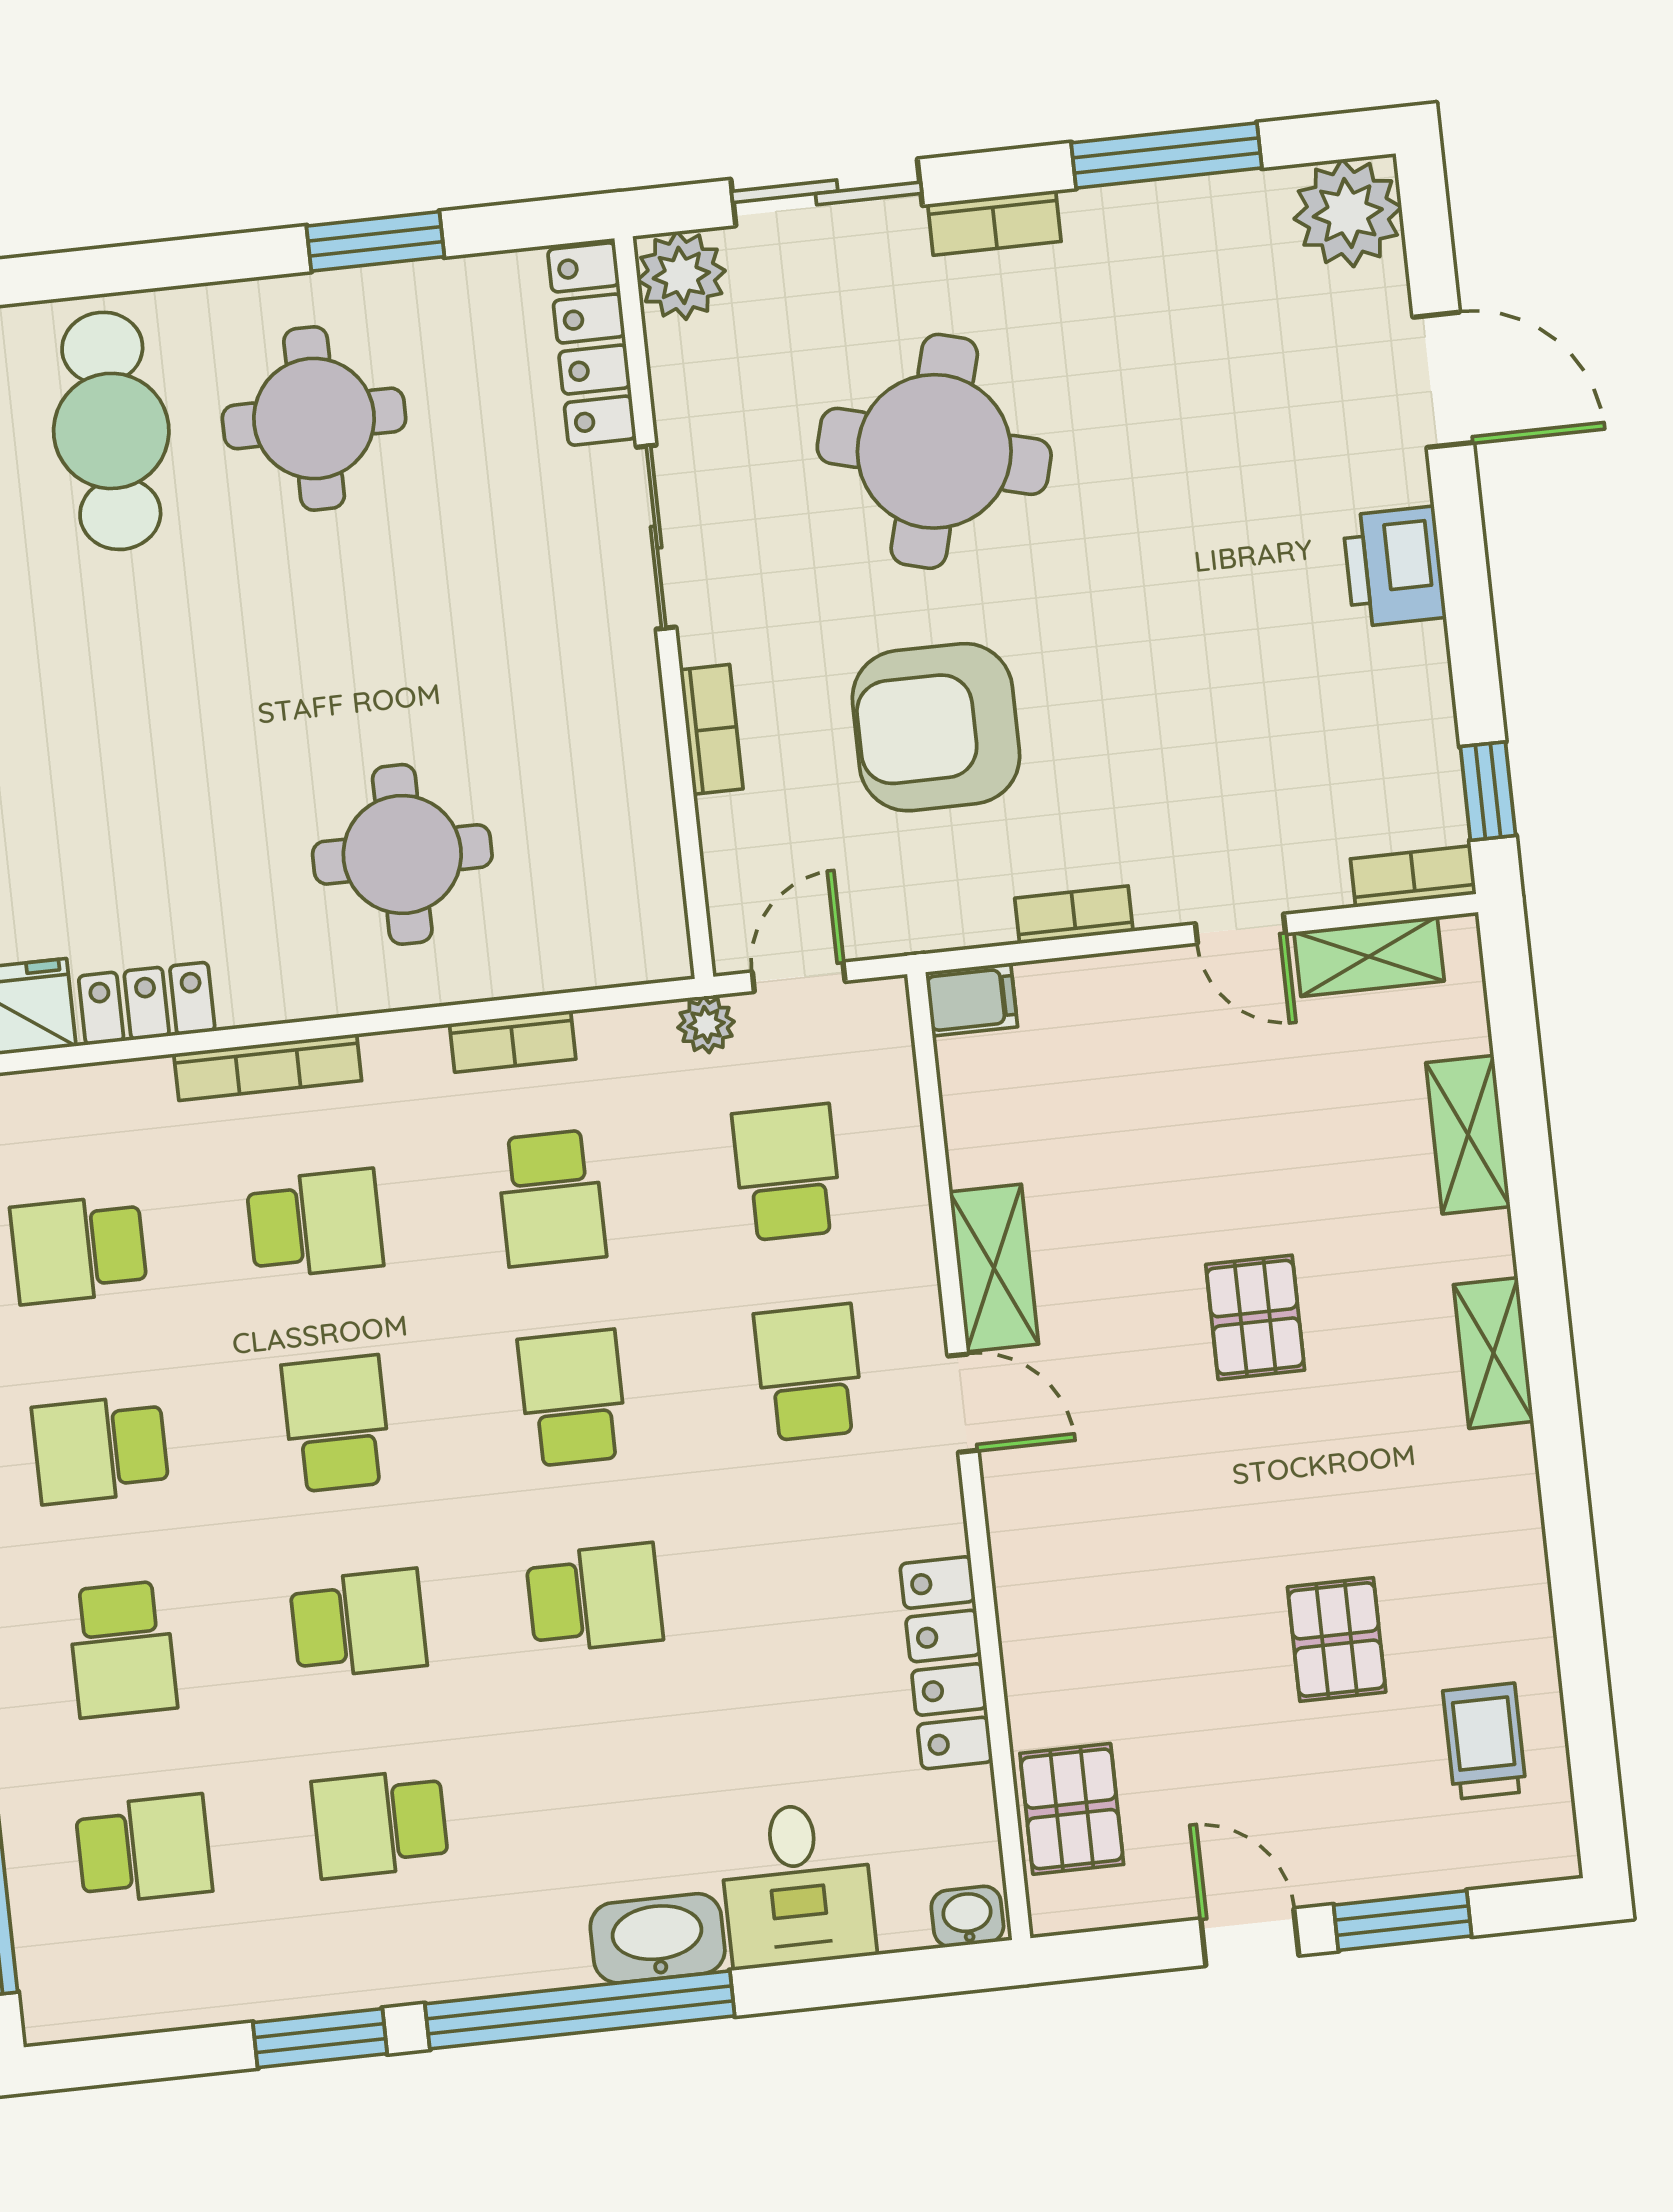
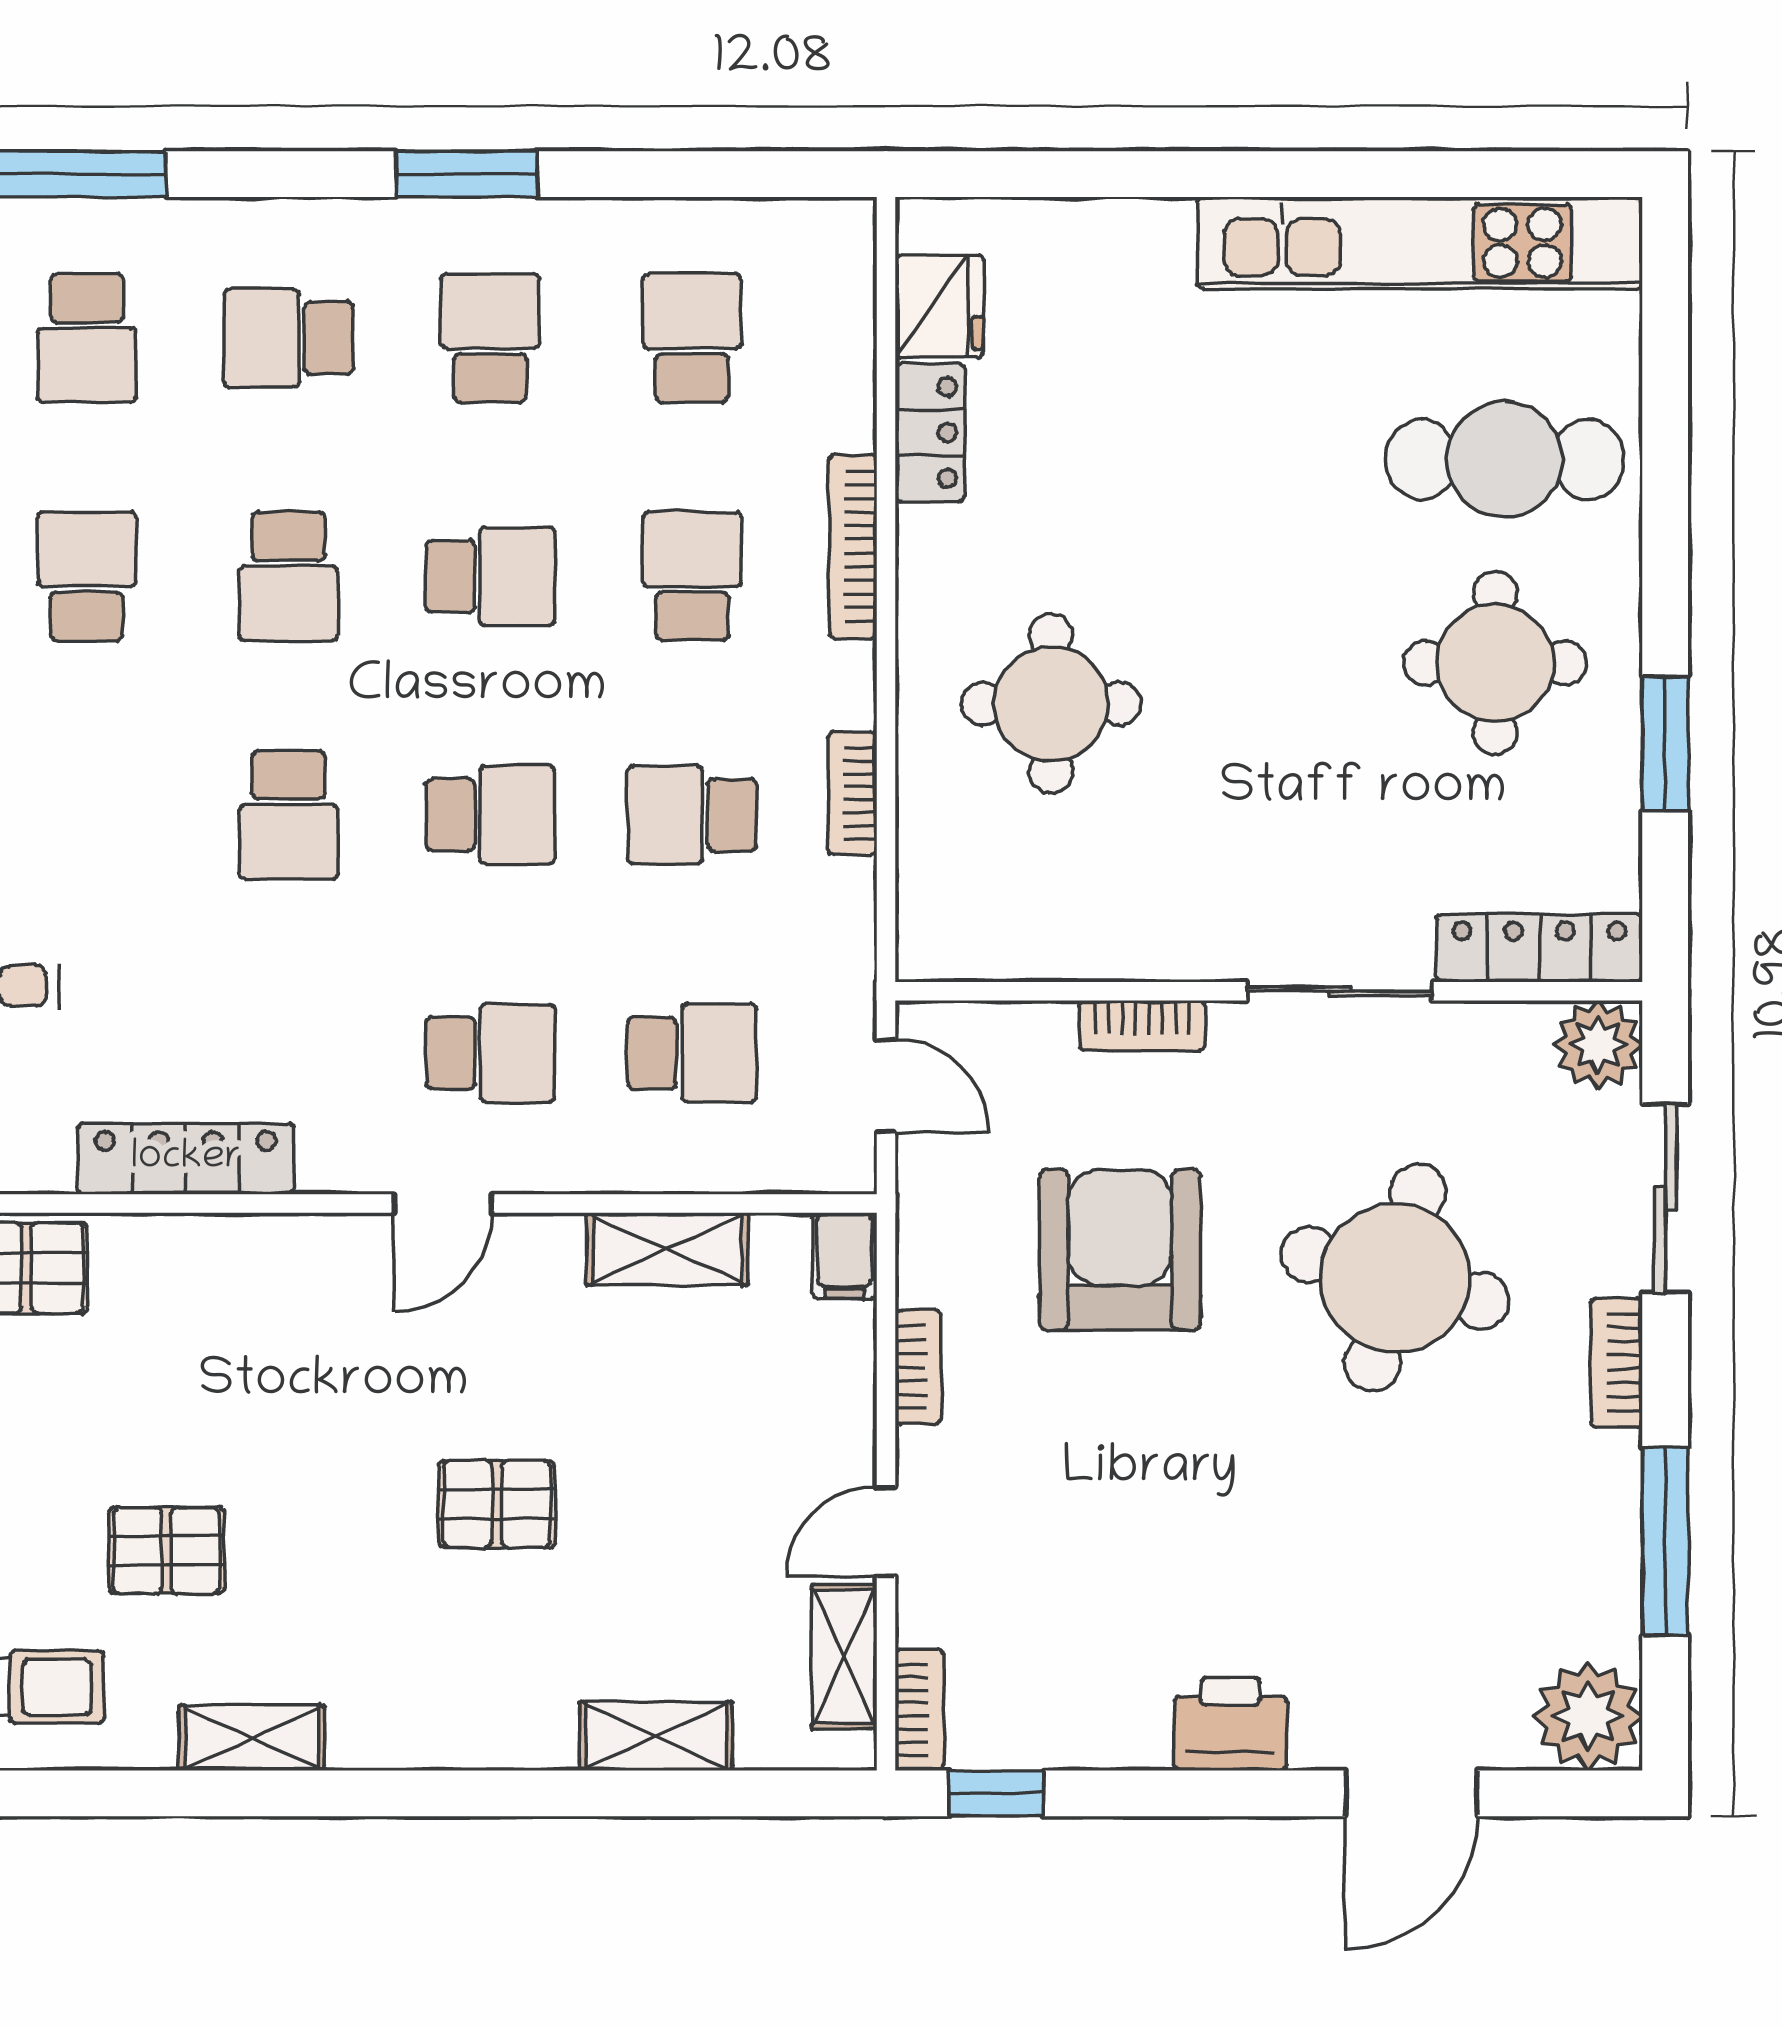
plant: (706, 1024) -> (848, 988), removed
school desk: (315, 1224) -> (692, 576), turned 180
shelving: (994, 1268) -> (667, 1249), moved
shelving: (1493, 1353) -> (252, 1738), moved

